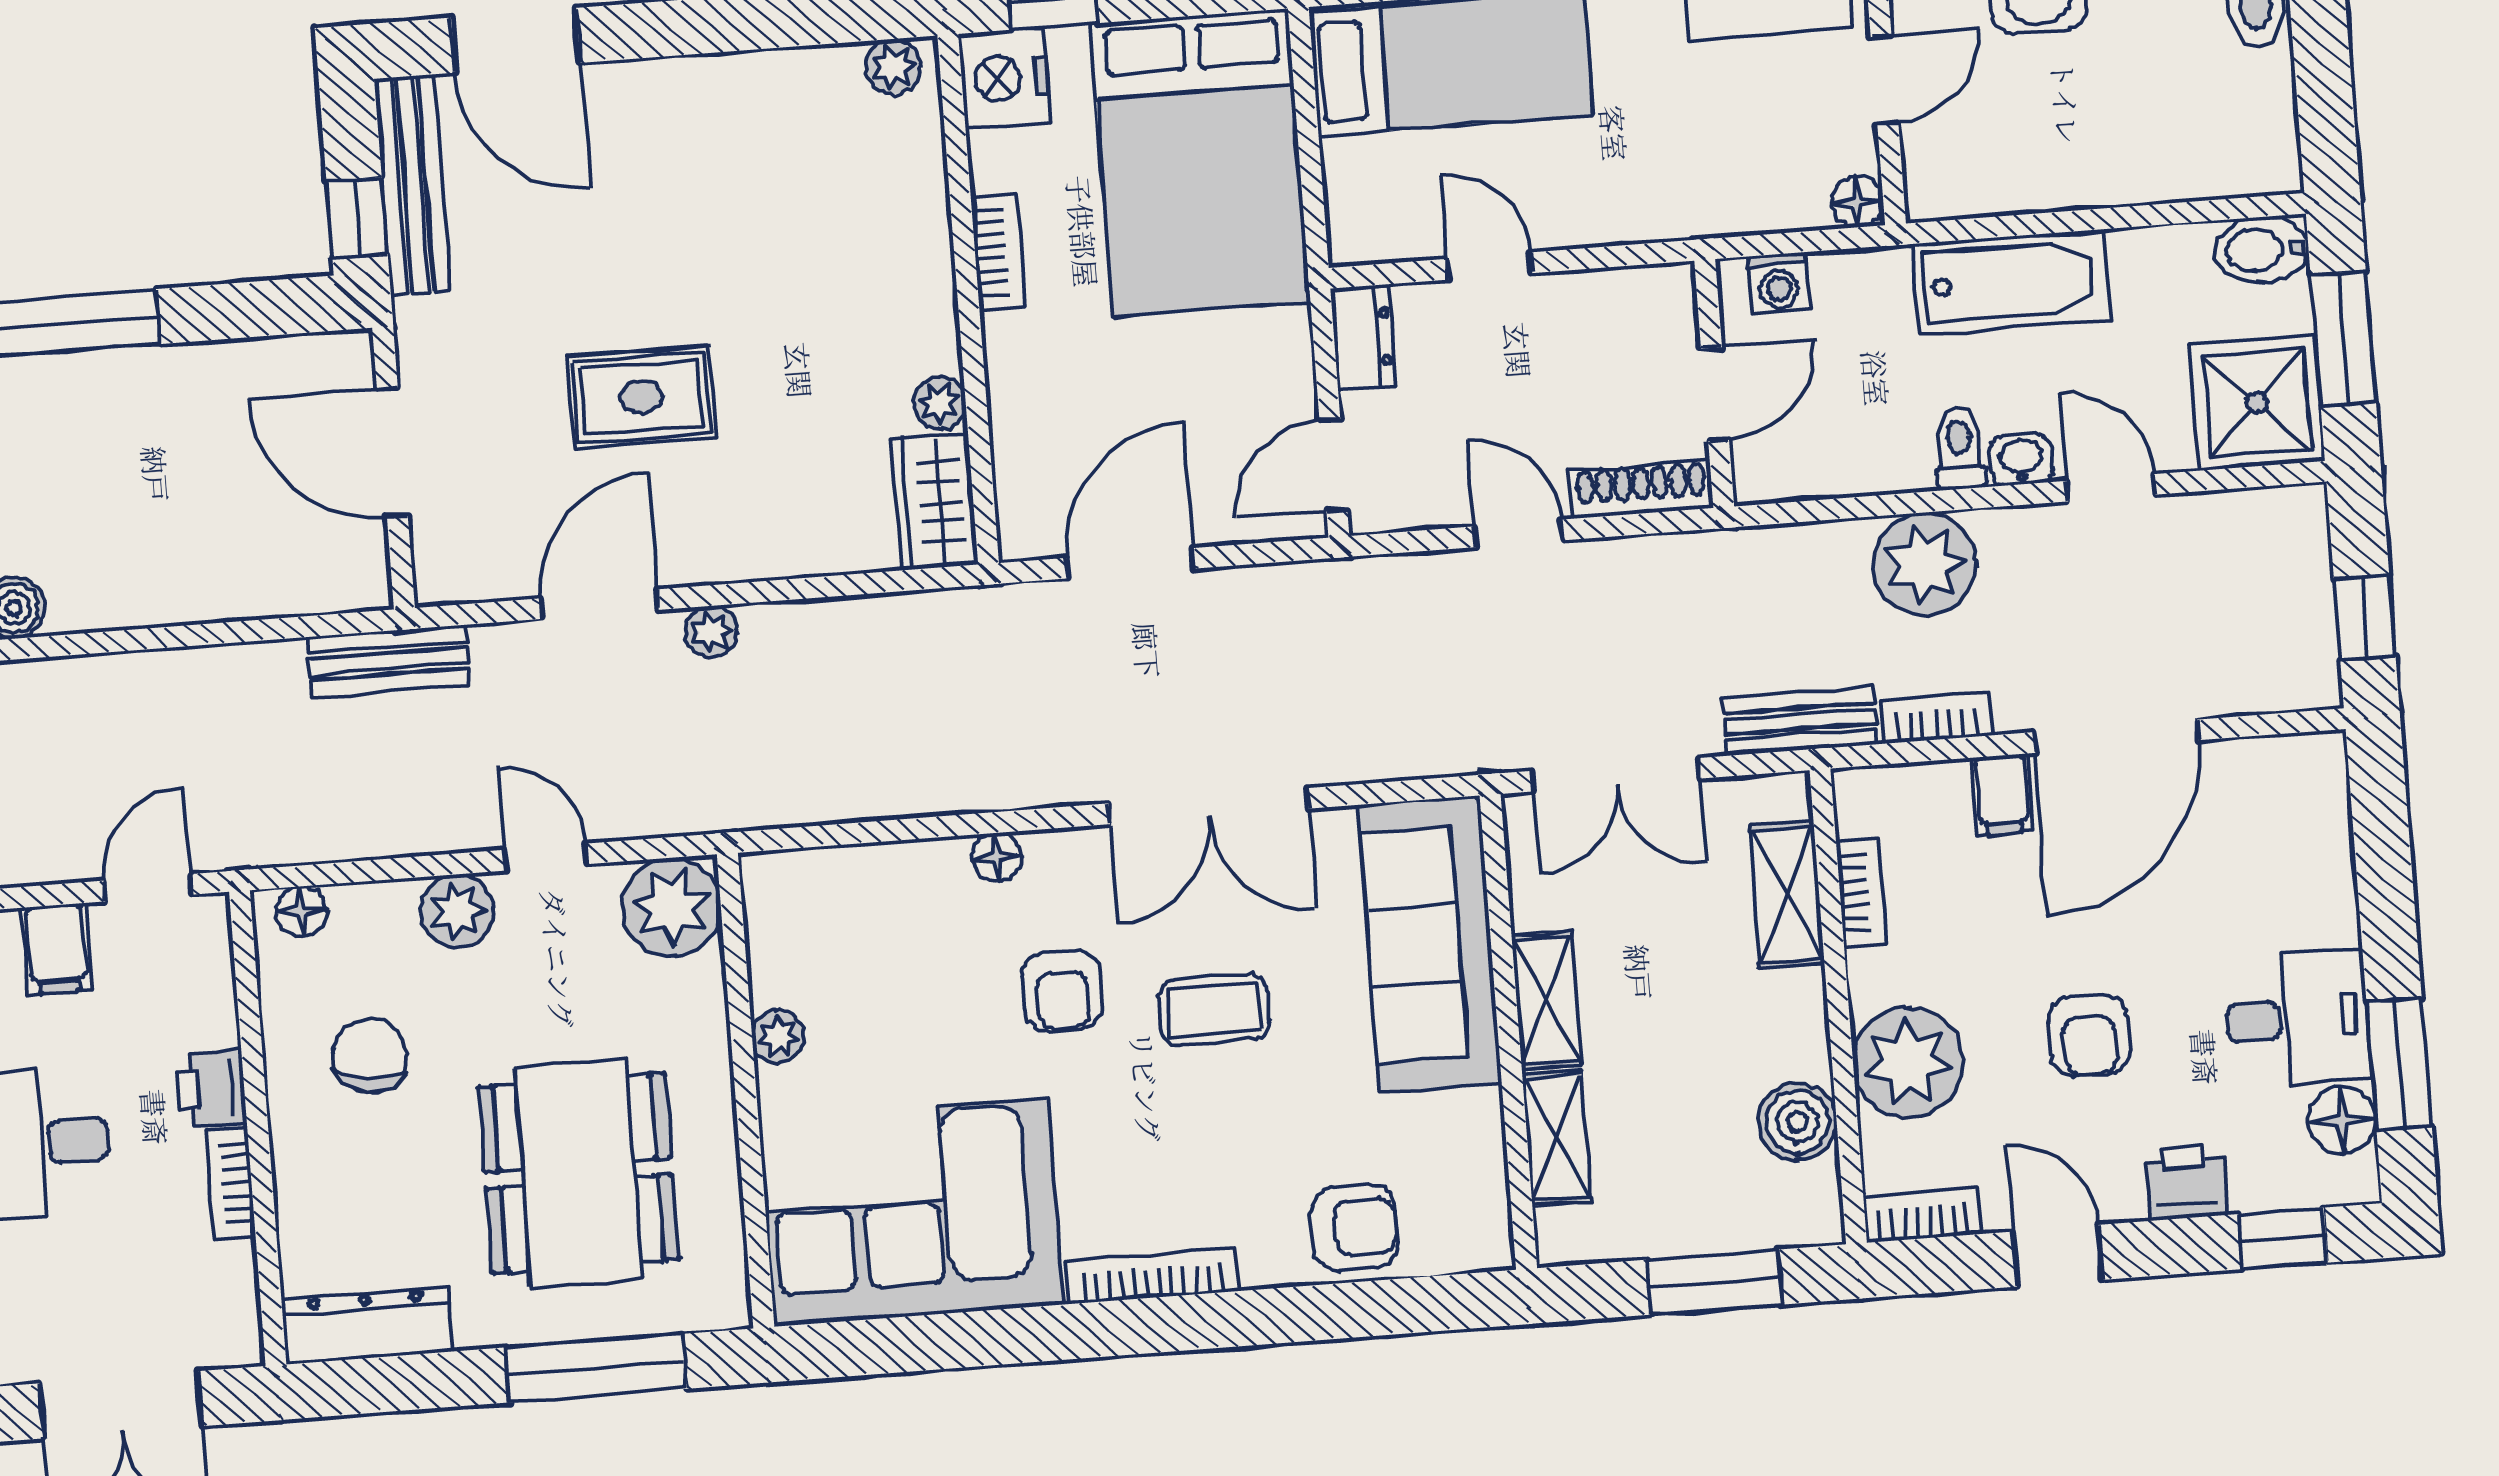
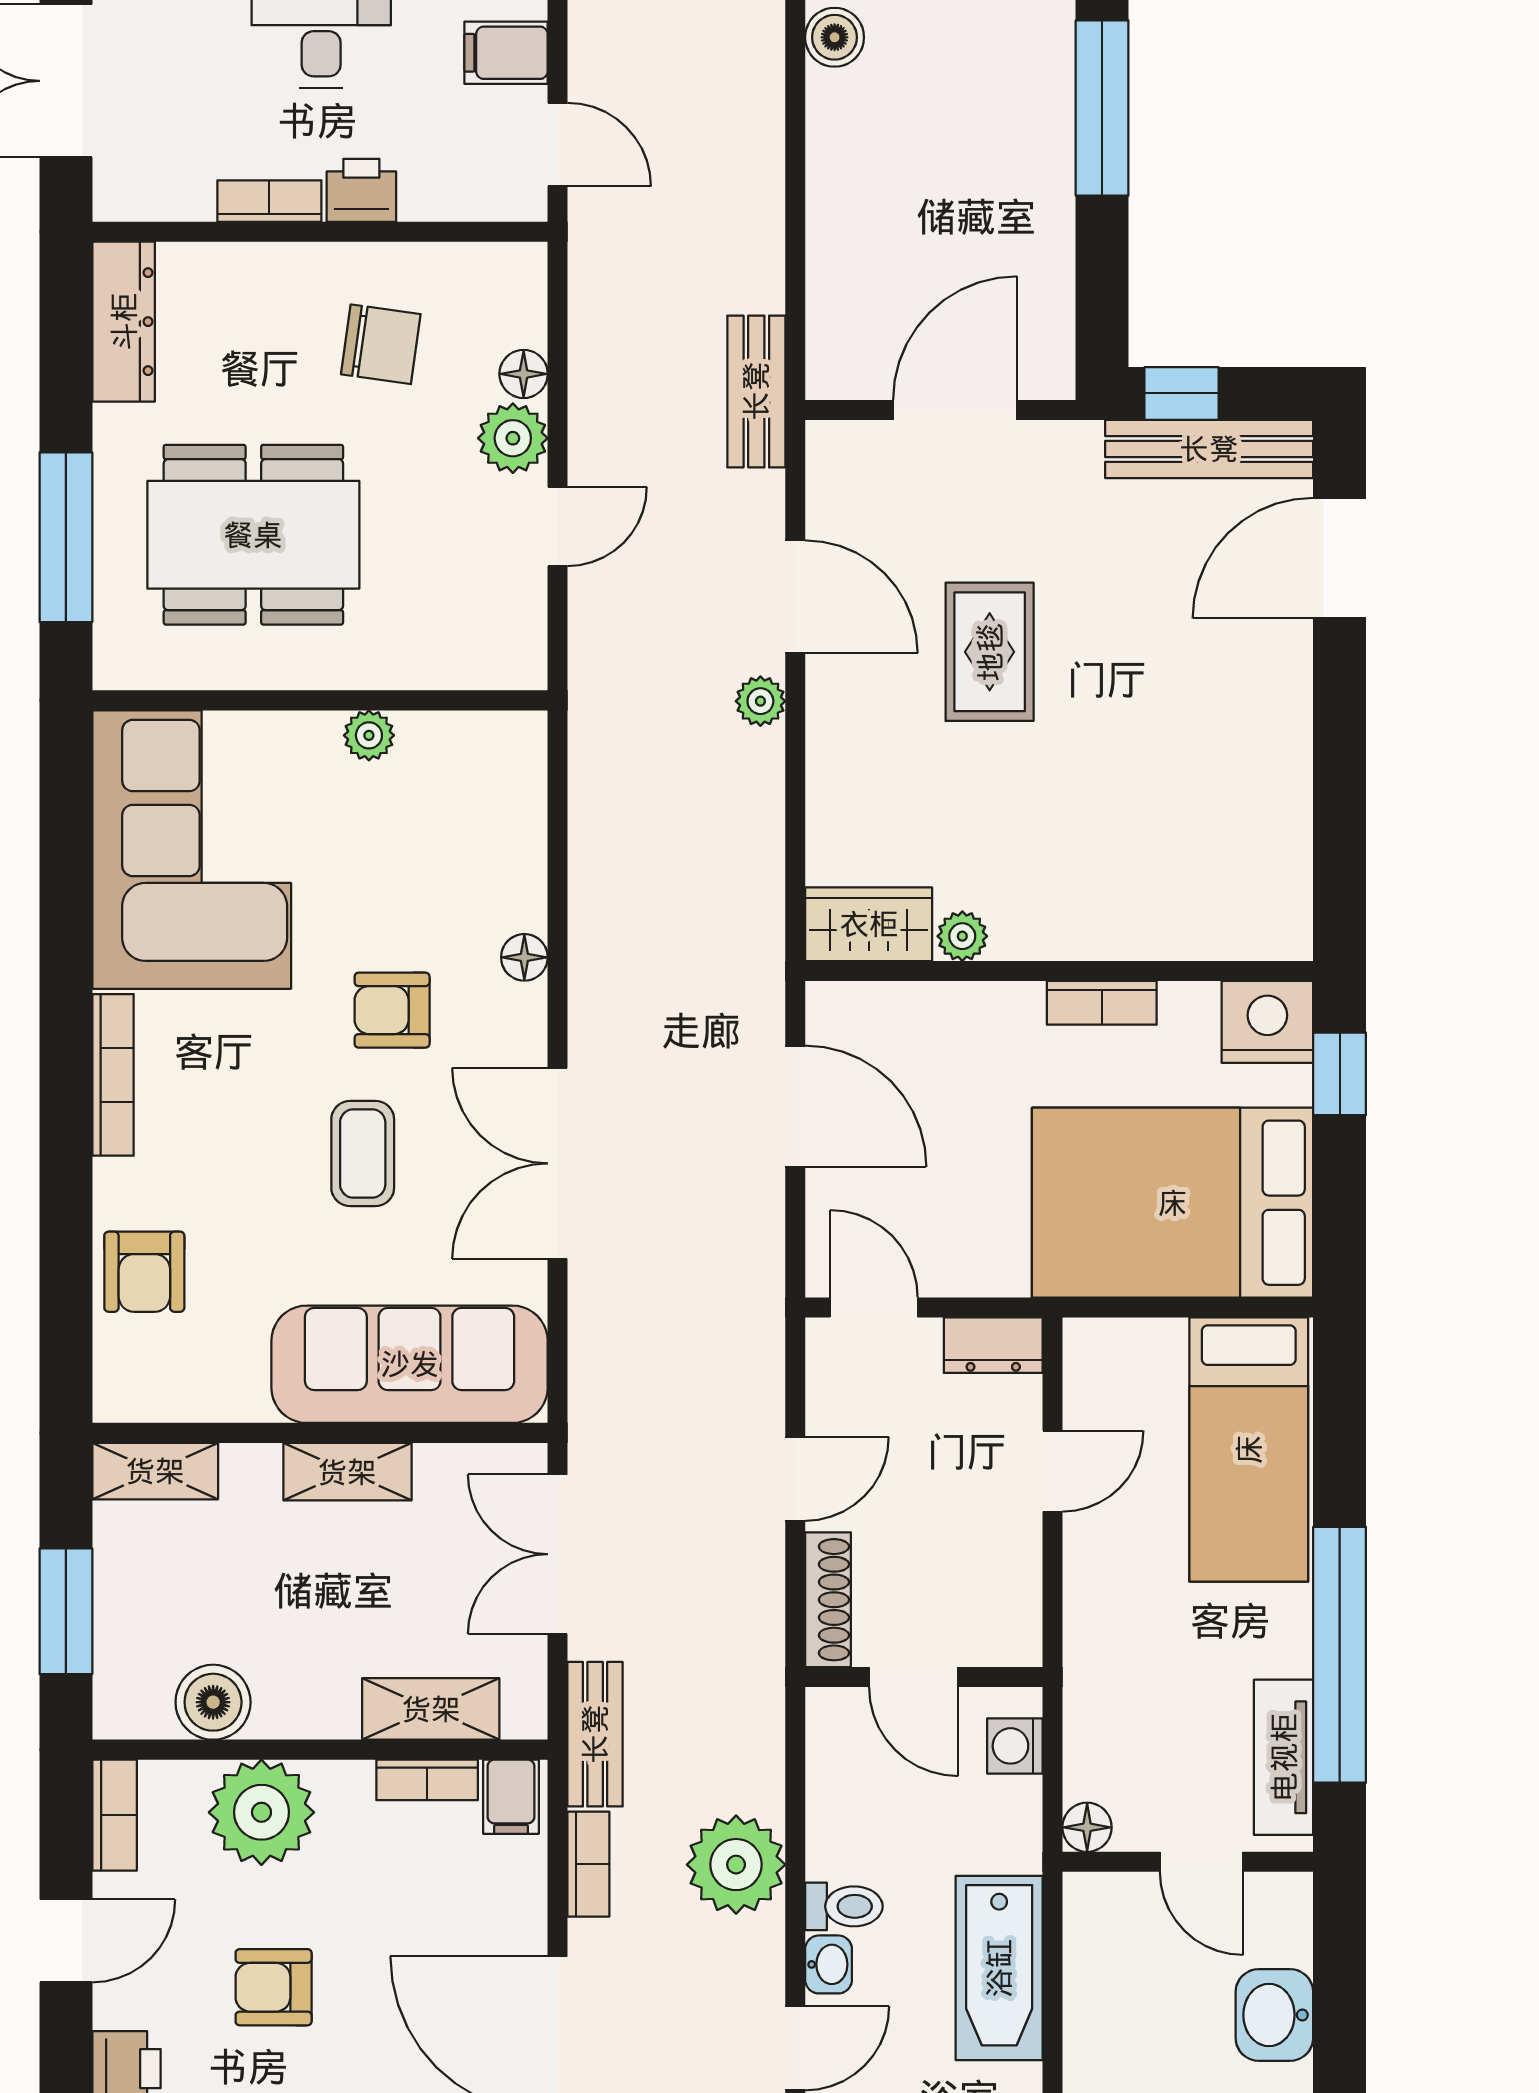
plant: (893, 67) -> (1287, 916), removed
filing cabinet: (2002, 794) -> (511, 1797), moved, turned -90
plant: (672, 907) -> (501, 643), removed
floor lamp: (301, 912) -> (524, 374), moved
shelving: (1557, 1138) -> (155, 1471), moved

